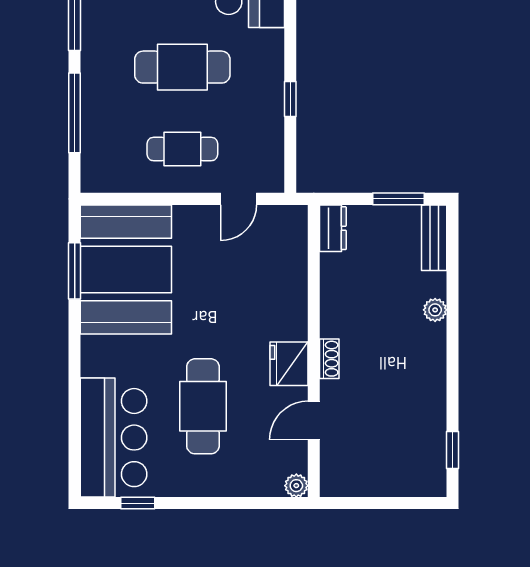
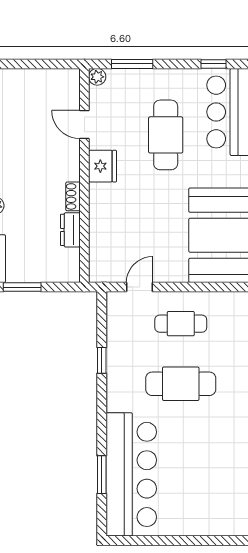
dresser: (333, 228) -> (70, 230), moved
shoe rack: (329, 359) -> (73, 196), moved
door: (314, 420) -> (84, 125), swing flipped
window: (249, 503) -> (132, 64), added

